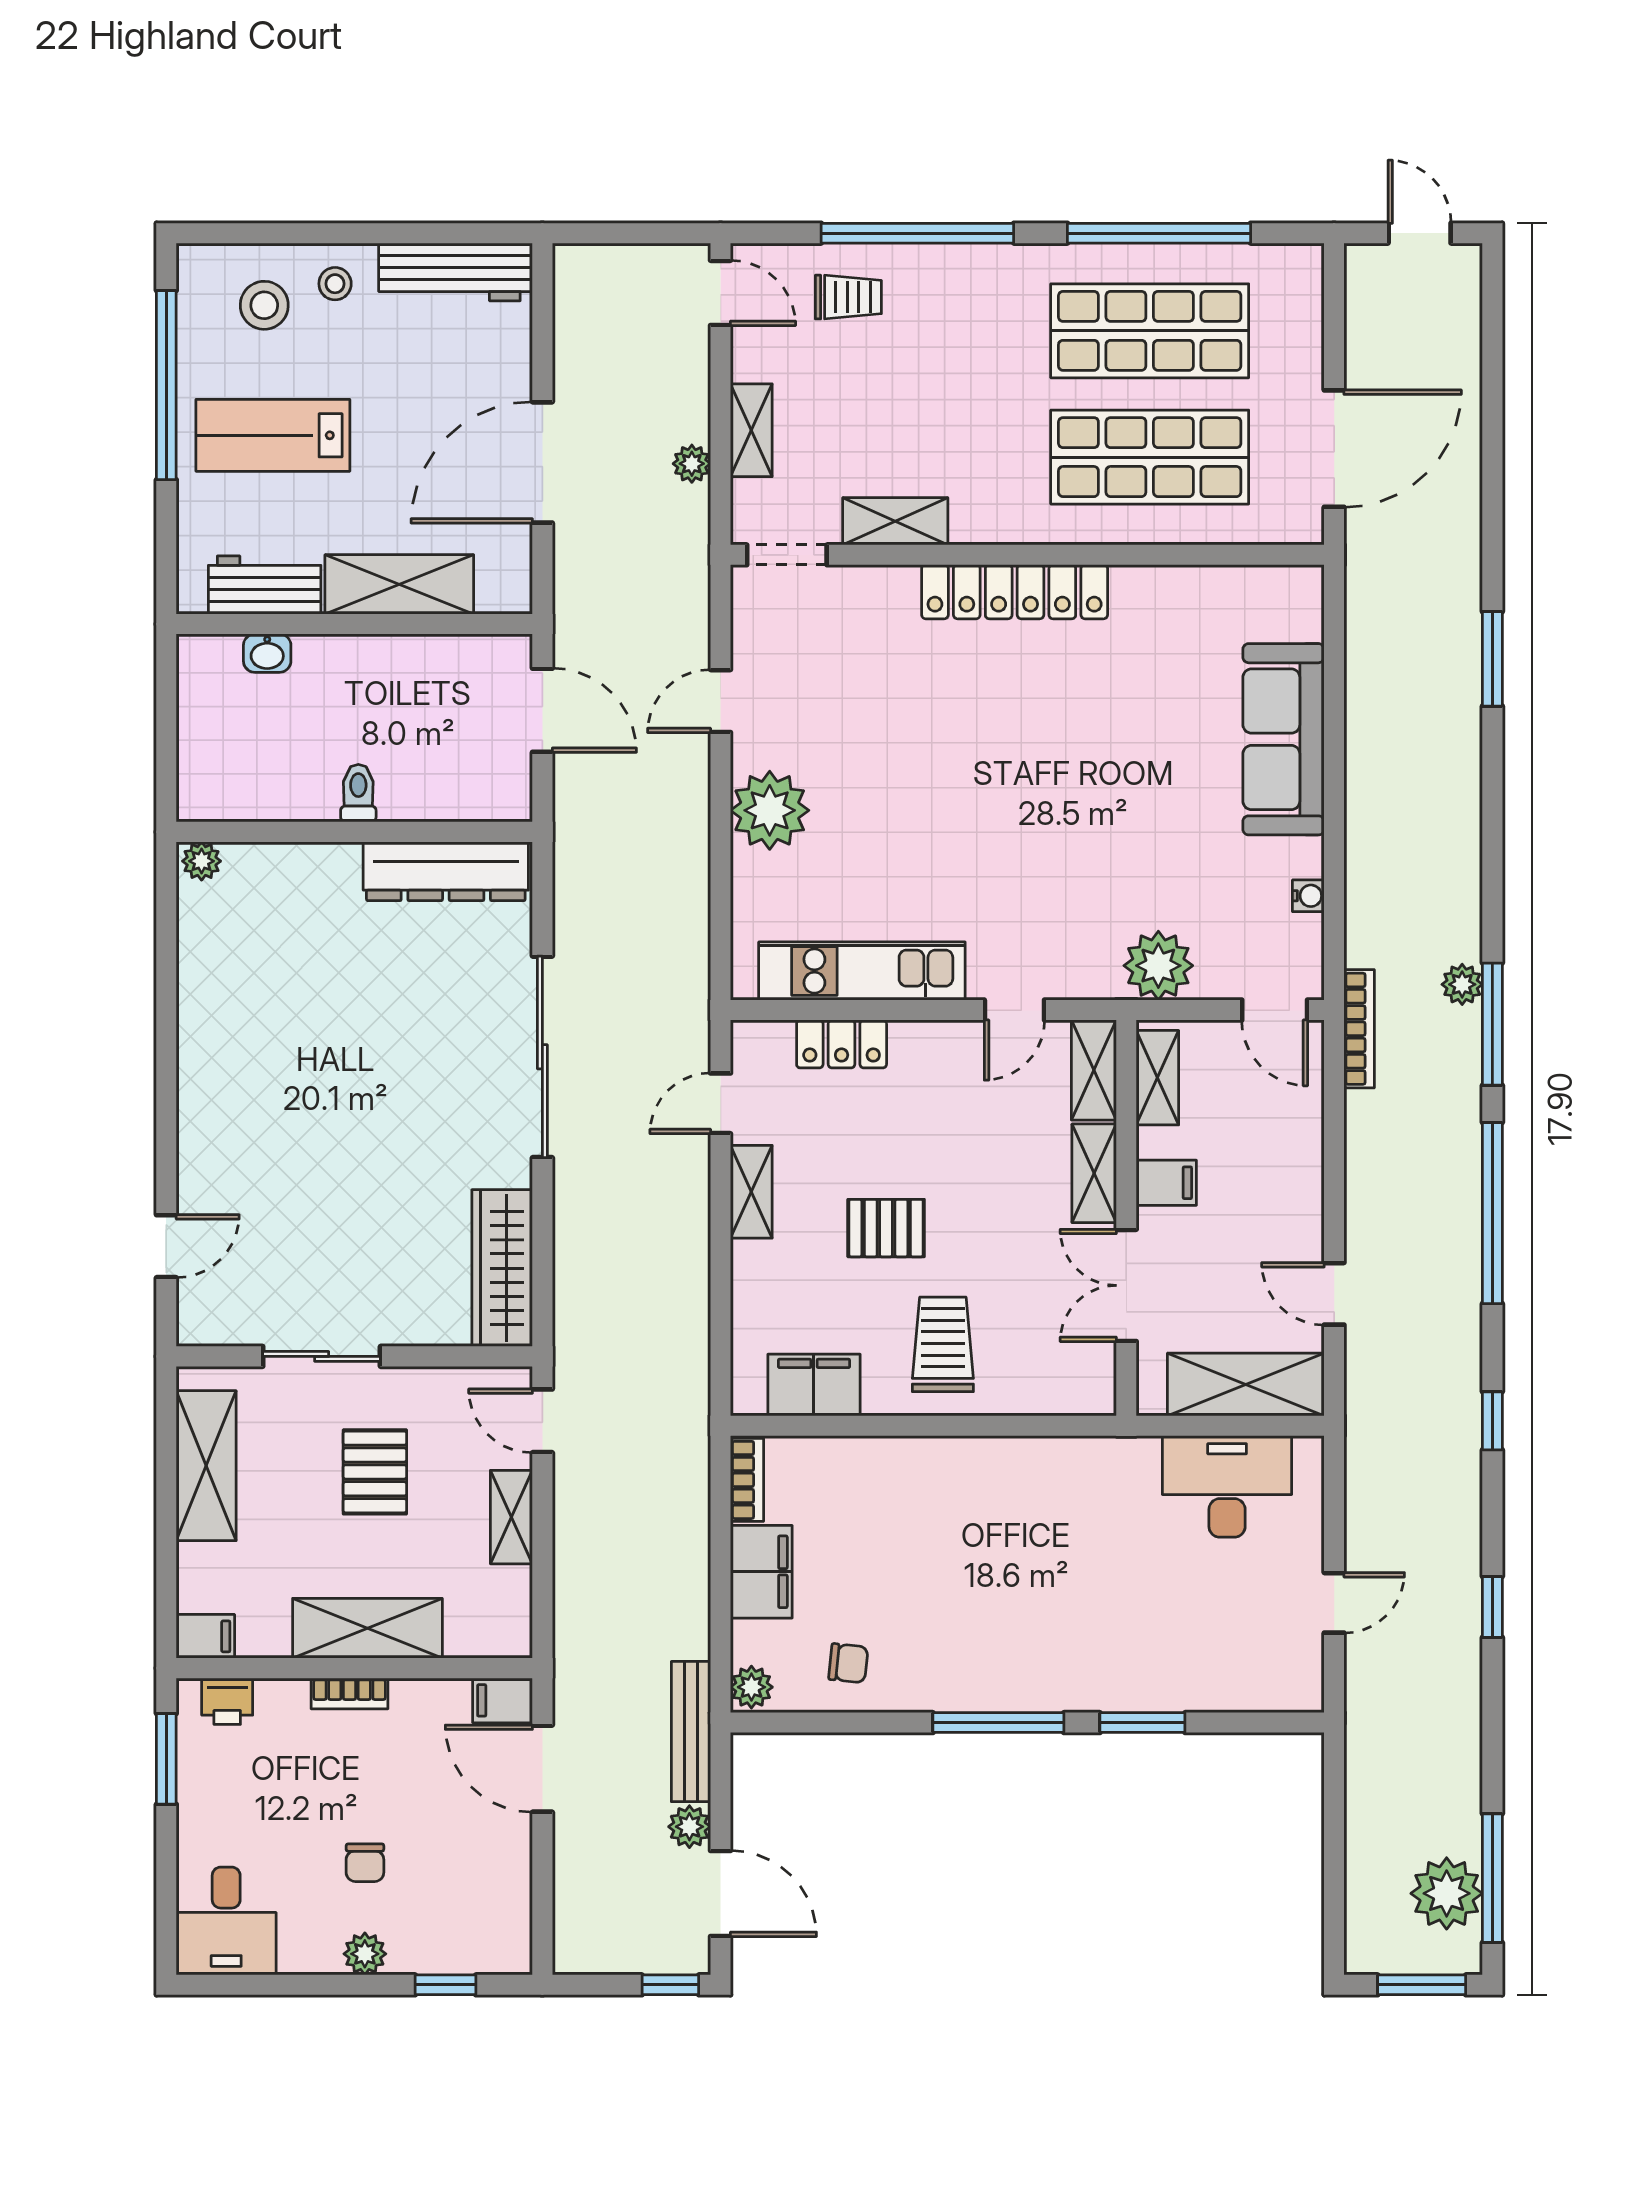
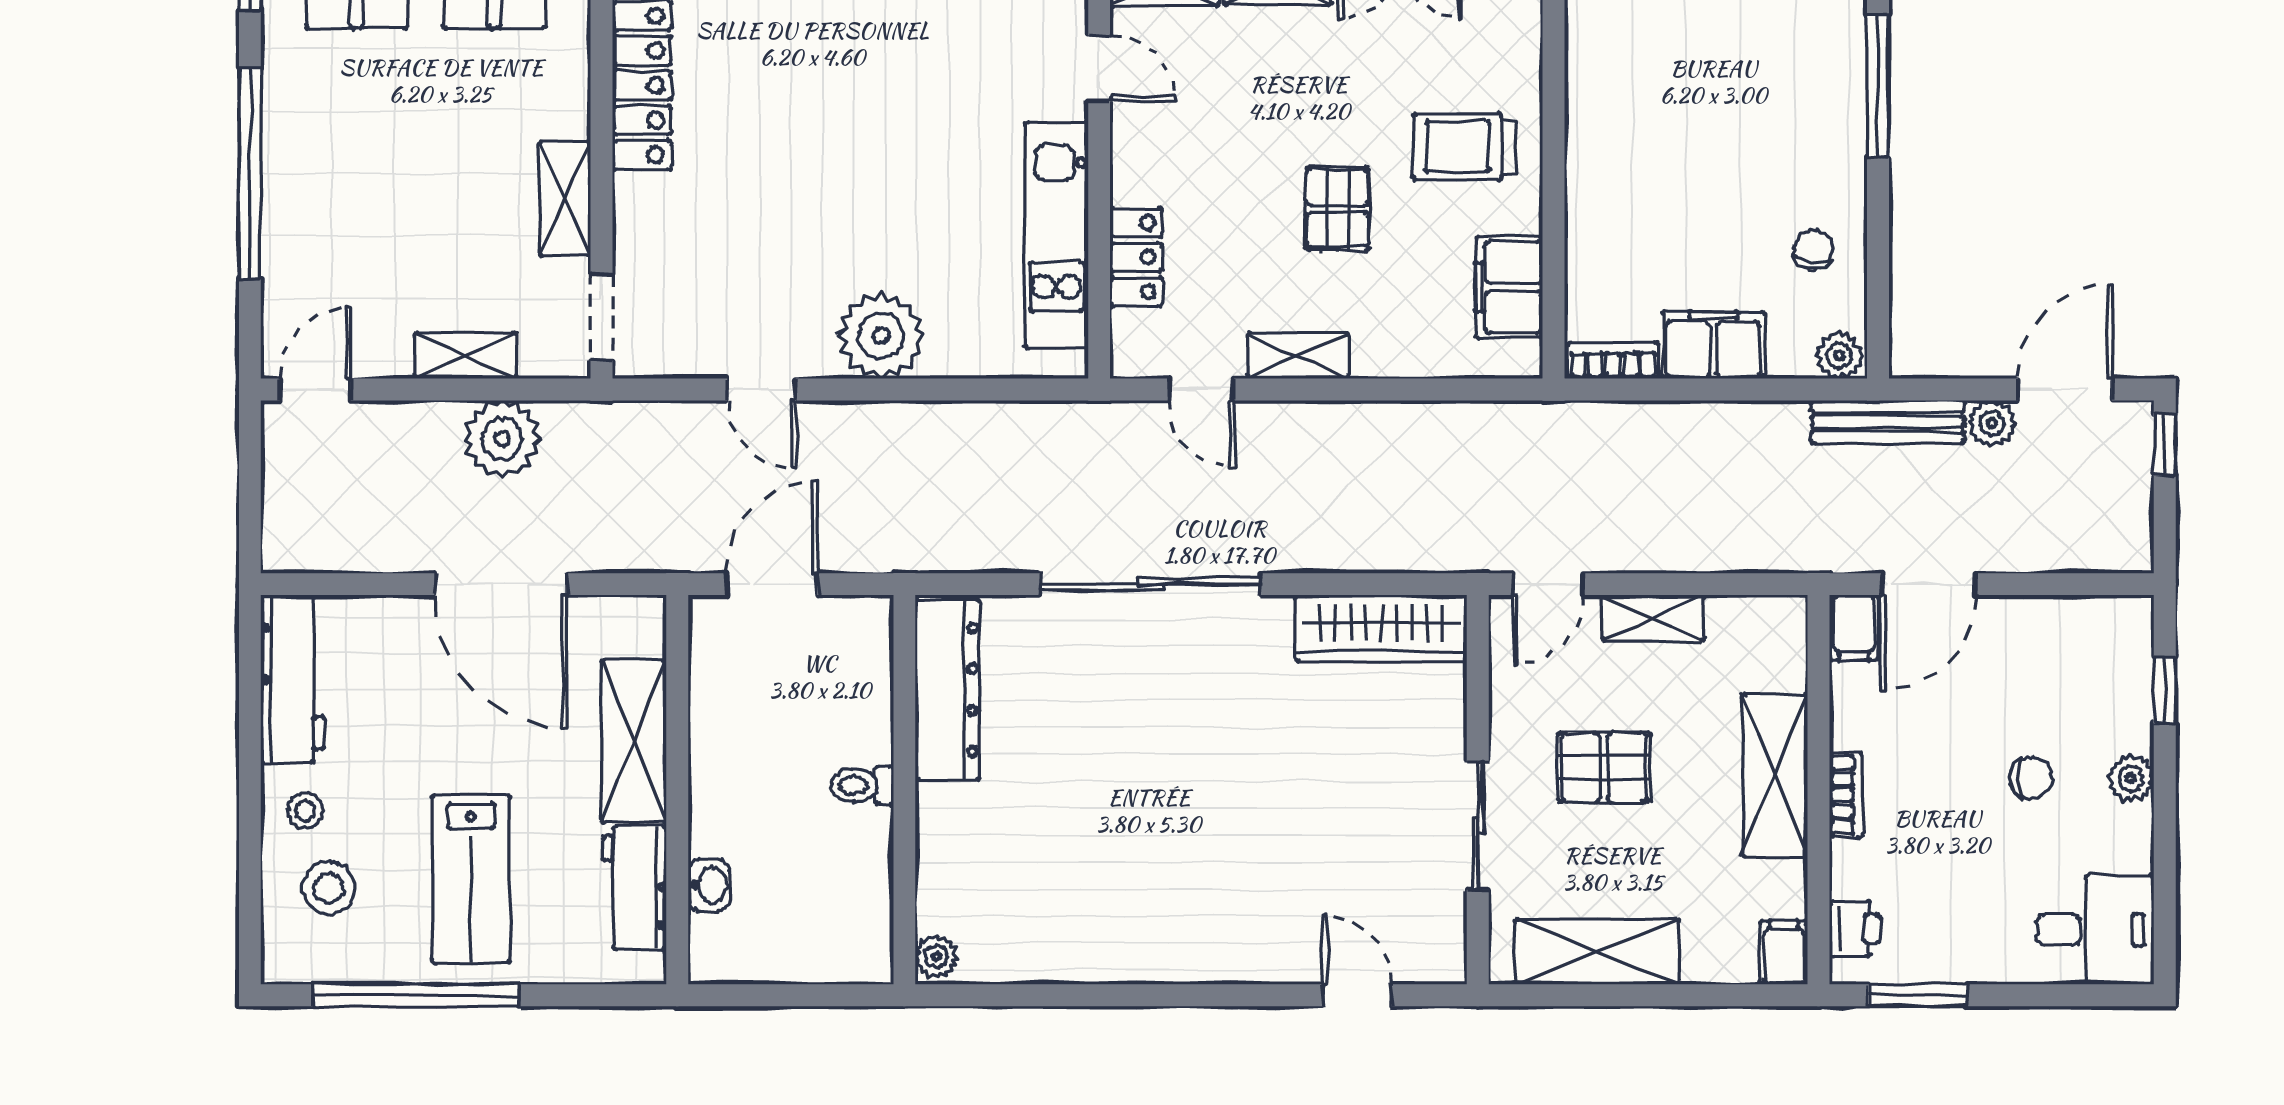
trolley: (848, 297) -> (320, 250), removed
plant: (692, 464) -> (502, 439), width x1.88, depth x1.88

